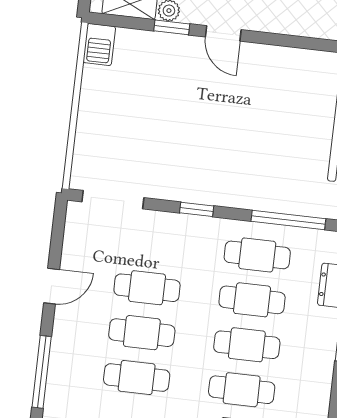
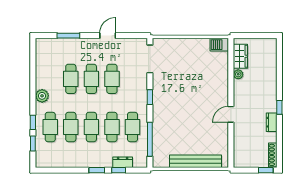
window: (172, 27) -> (231, 76), removed
door: (223, 33) -> (231, 114), moved
door: (52, 286) -> (108, 36), swing flipped
window: (42, 372) -> (68, 36), width x0.69

